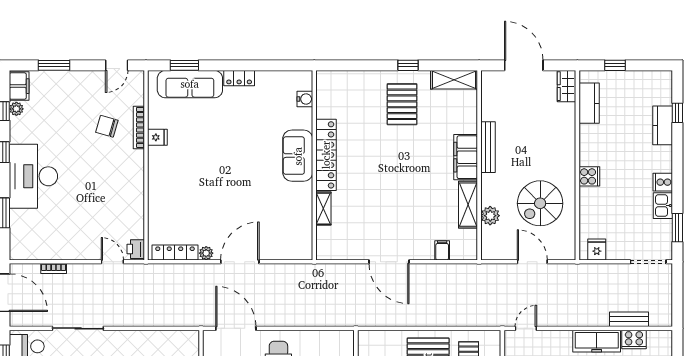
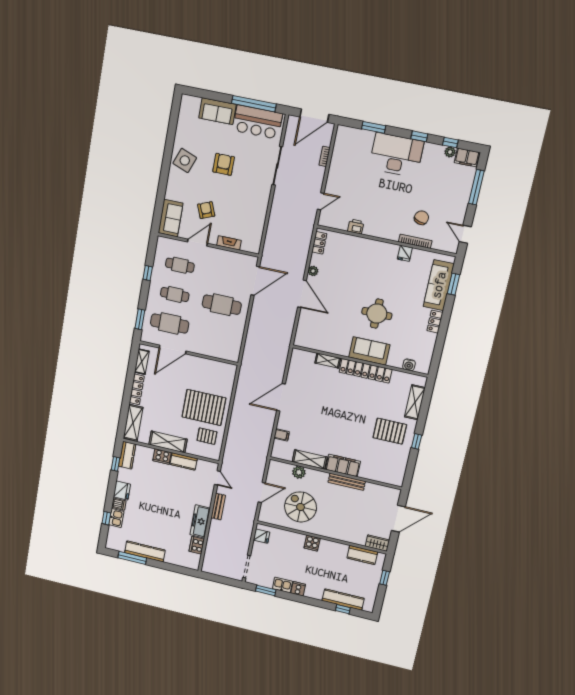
window: (54, 65) -> (476, 187), width x1.44
shelving: (454, 80) -> (415, 402), moved
kitchen counter: (663, 125) -> (343, 600), width x1.50
round table: (245, 157) -> (377, 314), added
printer: (136, 249) -> (356, 227), moved
locker: (175, 253) -> (319, 243), width x0.66
bench: (629, 319) -> (218, 507), moved

